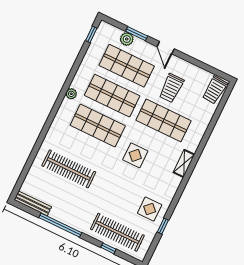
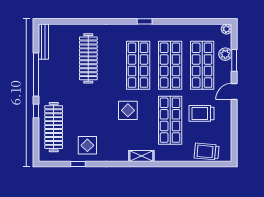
window: (91, 34) -> (145, 21), moved
trolley: (215, 90) -> (207, 152), moved
plant: (71, 94) -> (227, 29), moved
window: (108, 248) -> (36, 111), moved

